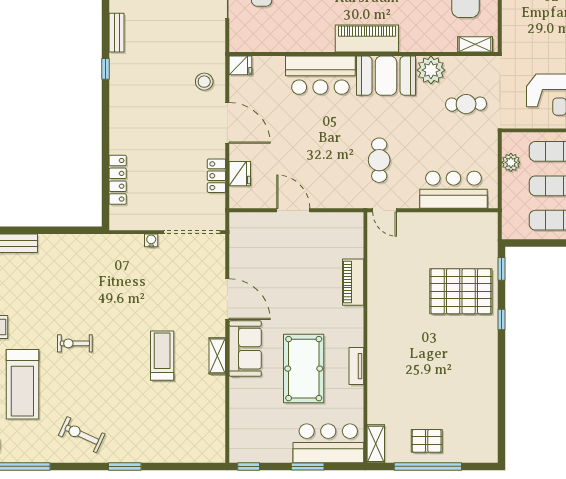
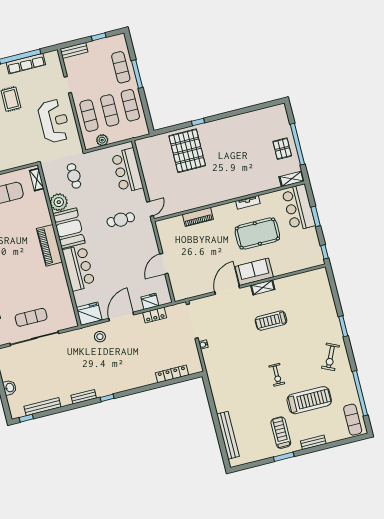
fridge: (240, 65) -> (89, 314), width x1.88, depth x1.34
window: (502, 269) -> (168, 130), removed

